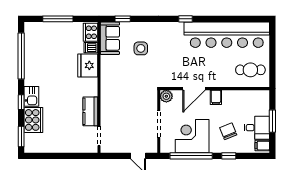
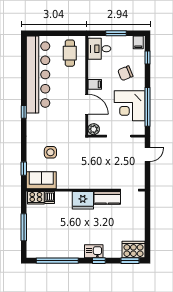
fridge: (88, 65) -> (83, 200), moved
cooker: (33, 120) -> (133, 249), moved
desk: (257, 128) -> (99, 49), moved, turned -90
window: (229, 156) -> (148, 58), moved

